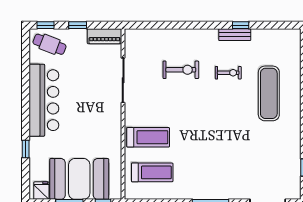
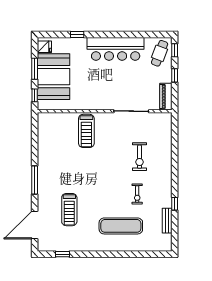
bench: (235, 35) -> (167, 221), moved
treadmill: (152, 172) -> (69, 210), moved

